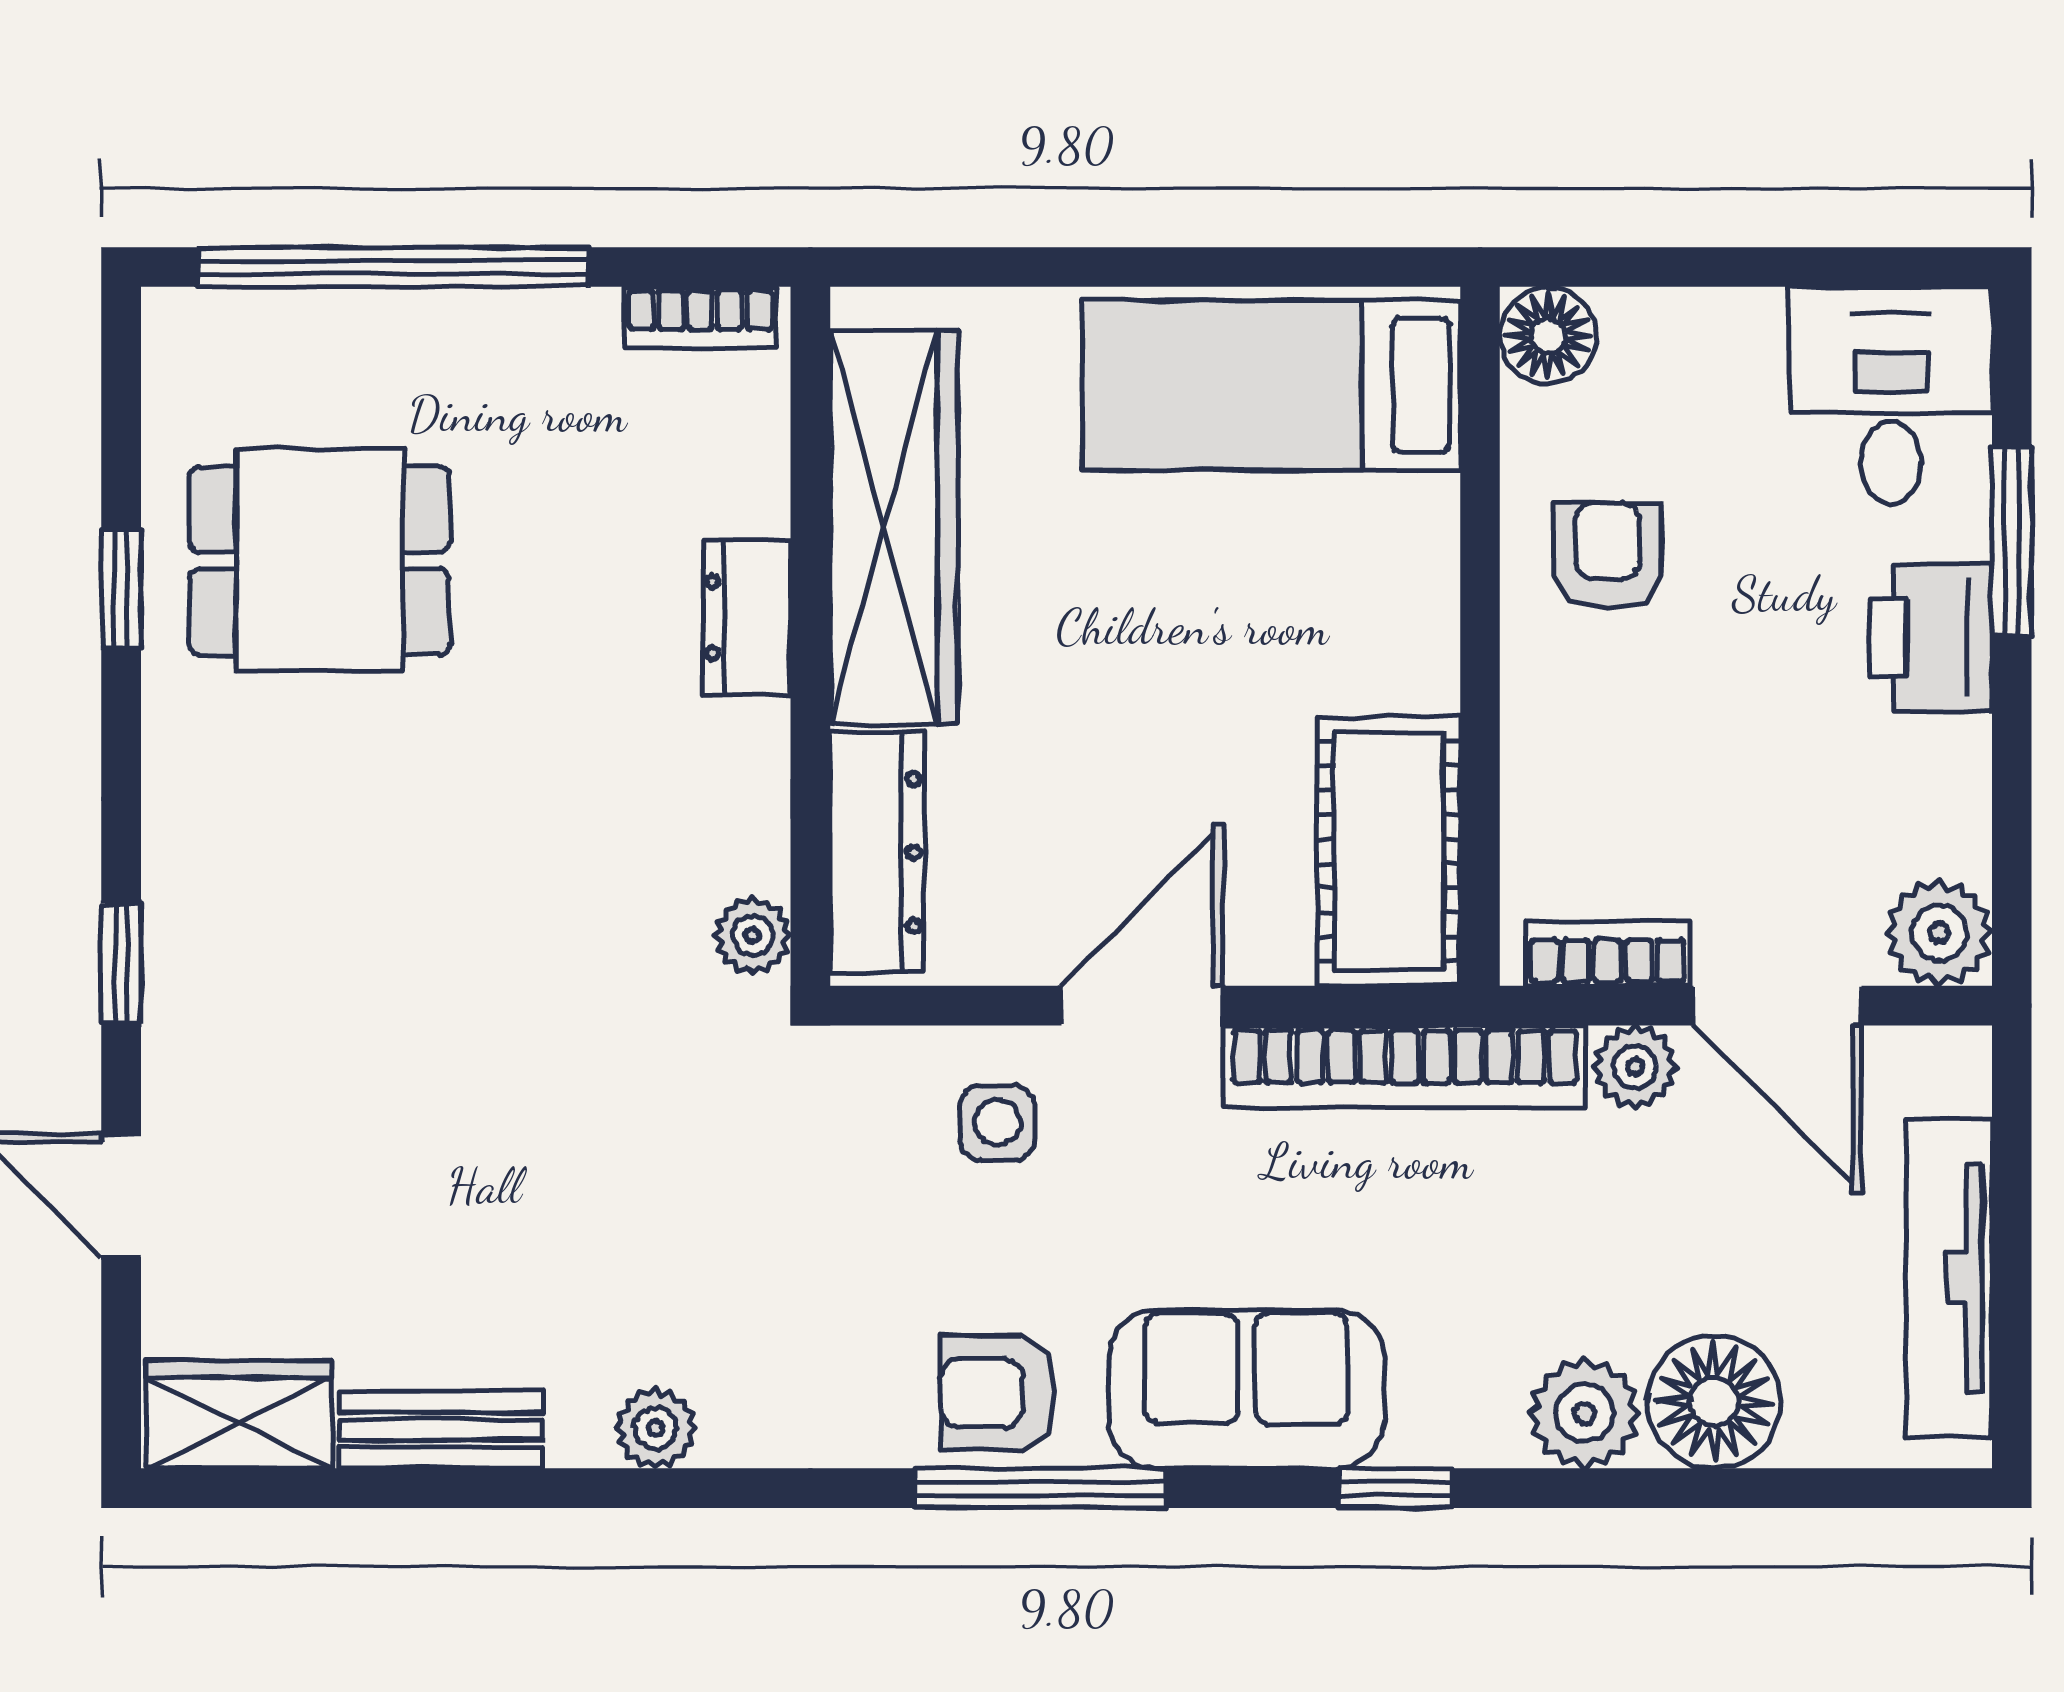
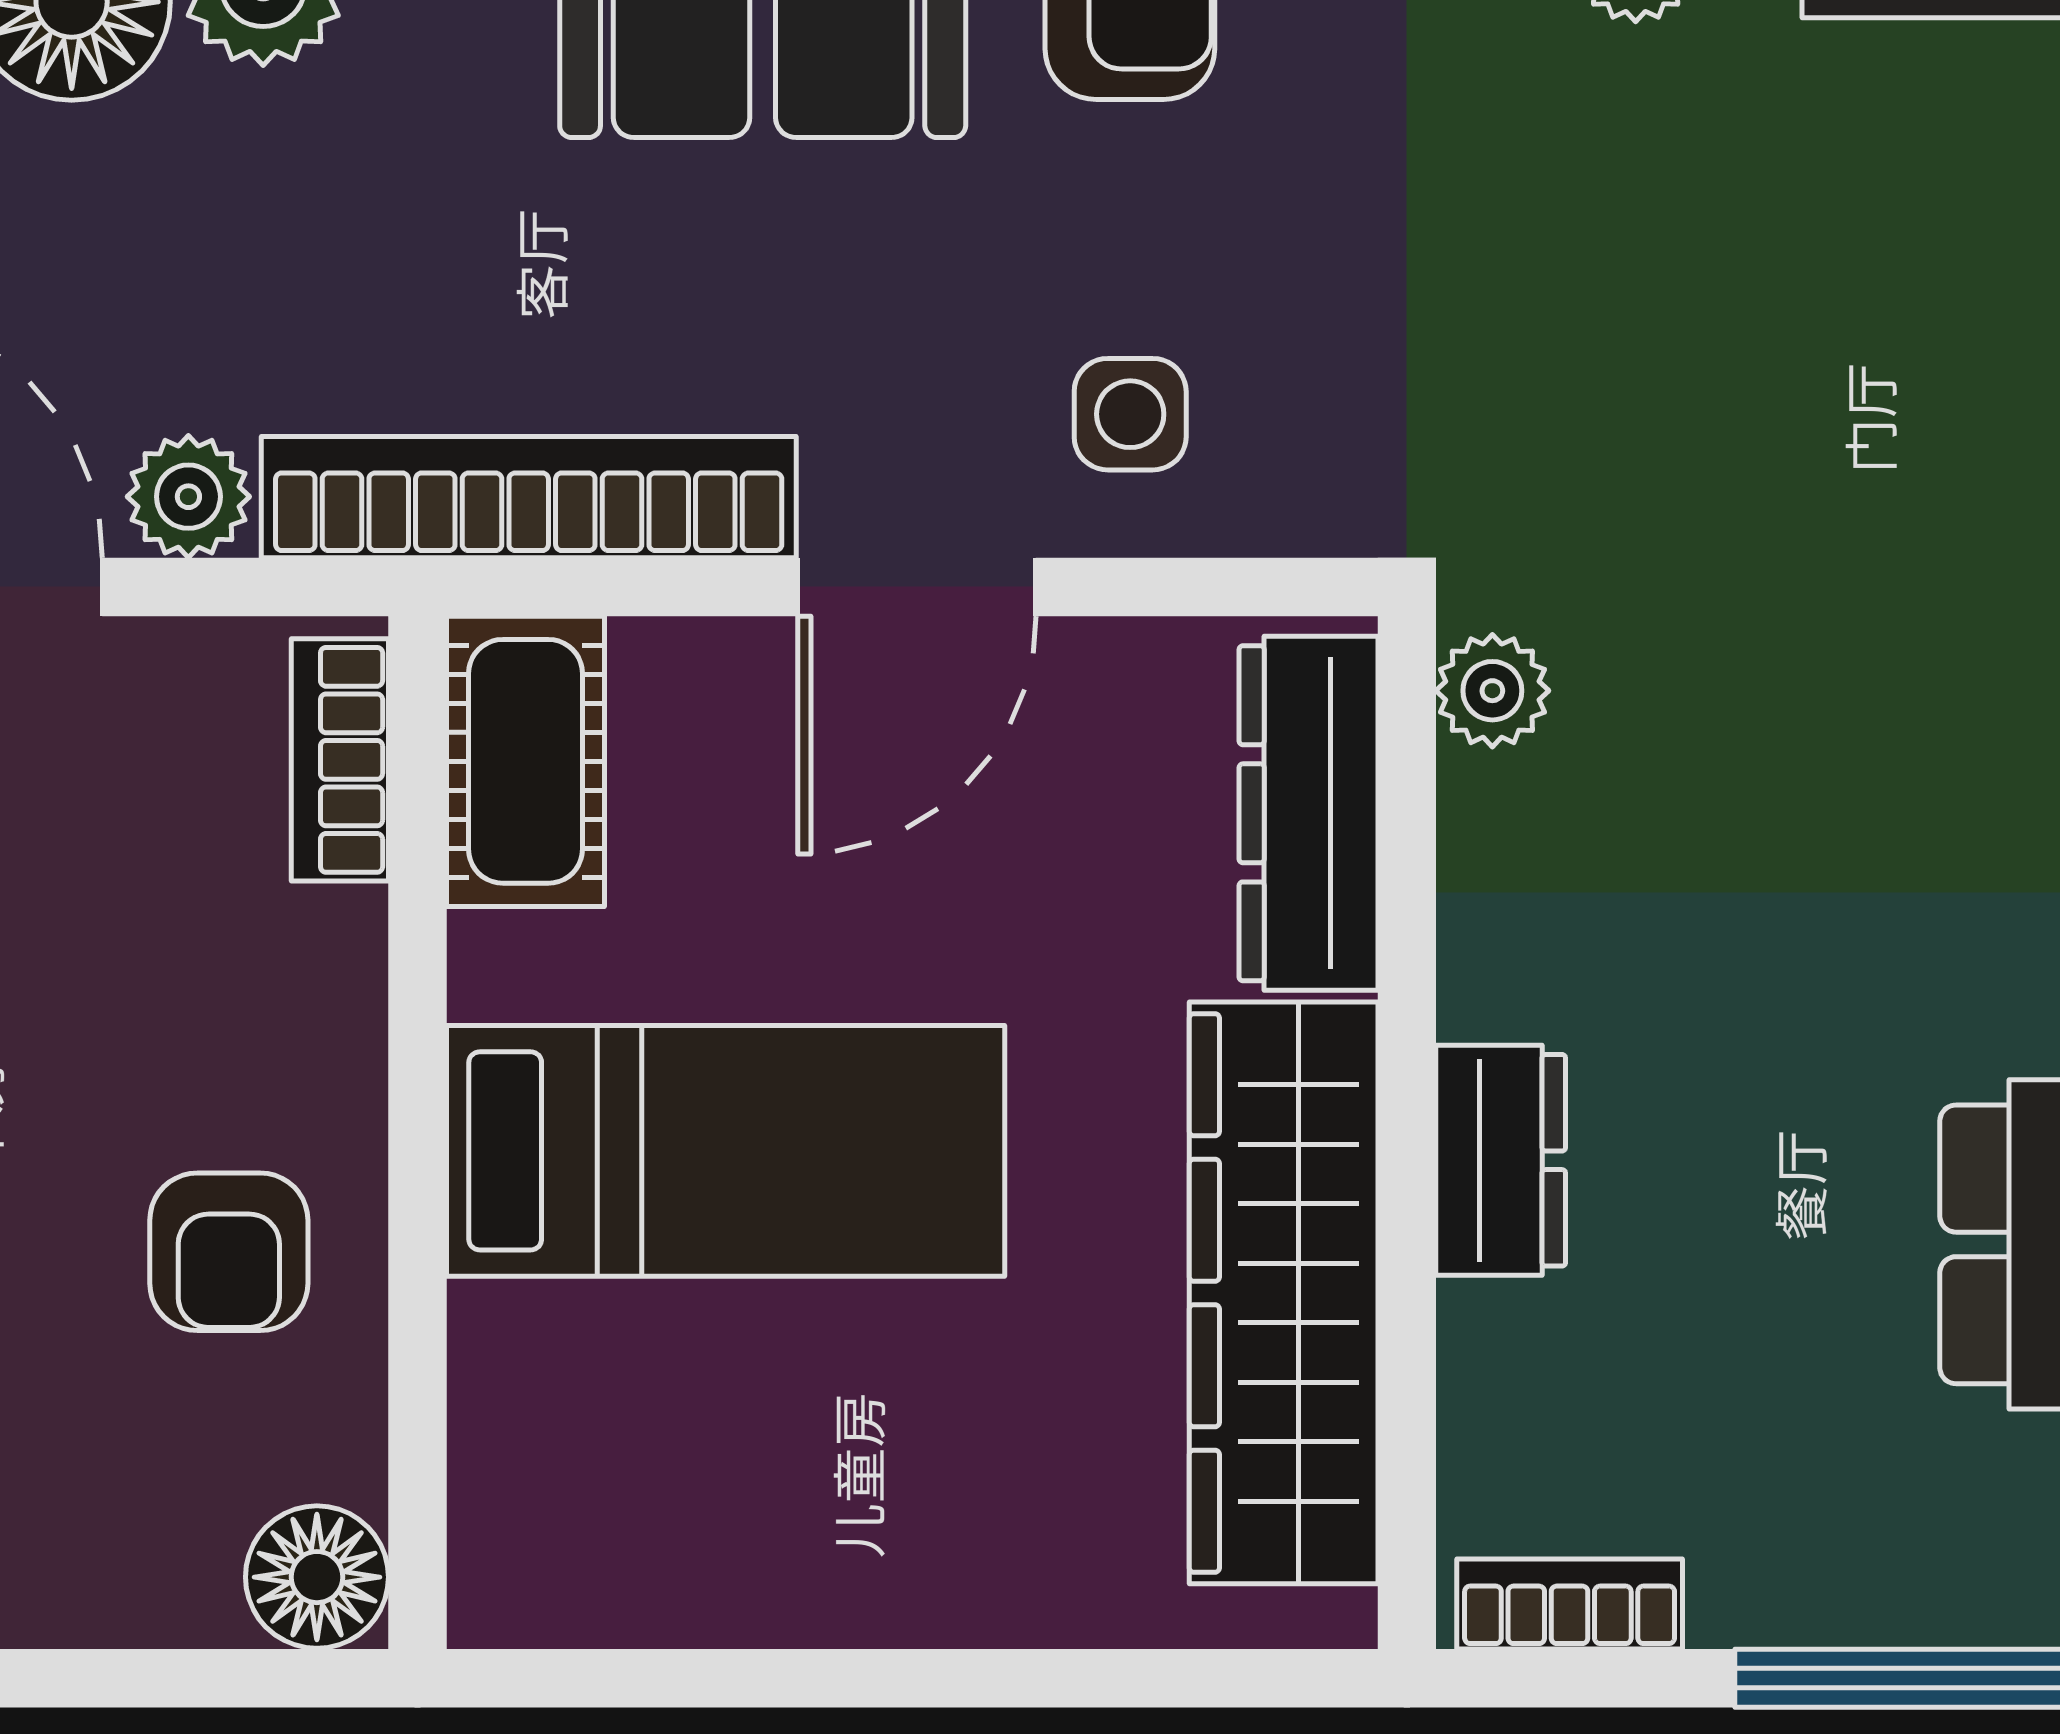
bed: (1271, 385) -> (726, 1151), moved
cot: (1389, 851) -> (526, 761), width x0.73, depth x0.75
bookcase: (1607, 953) -> (340, 760), moved, turned 90

